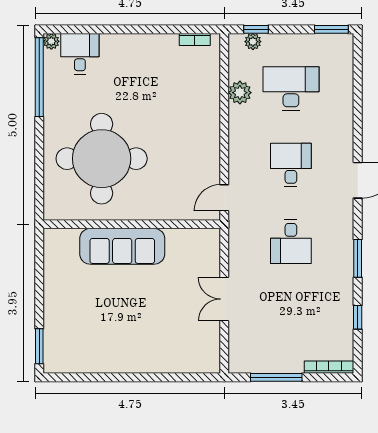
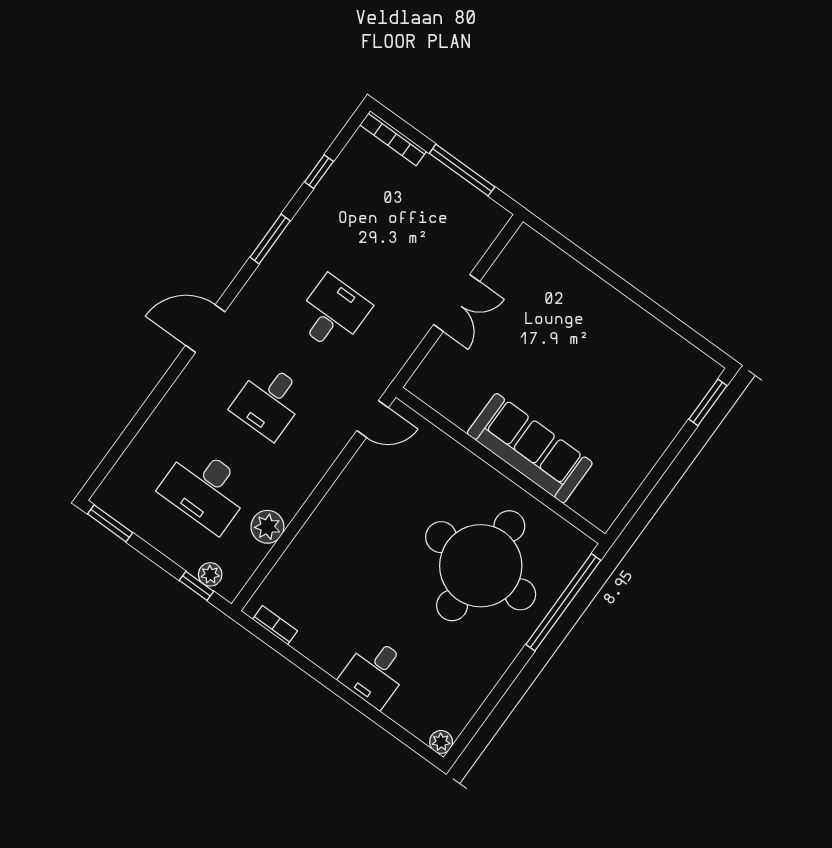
desk: (80, 54) -> (375, 673), moved
window: (39, 77) -> (563, 602), moved

